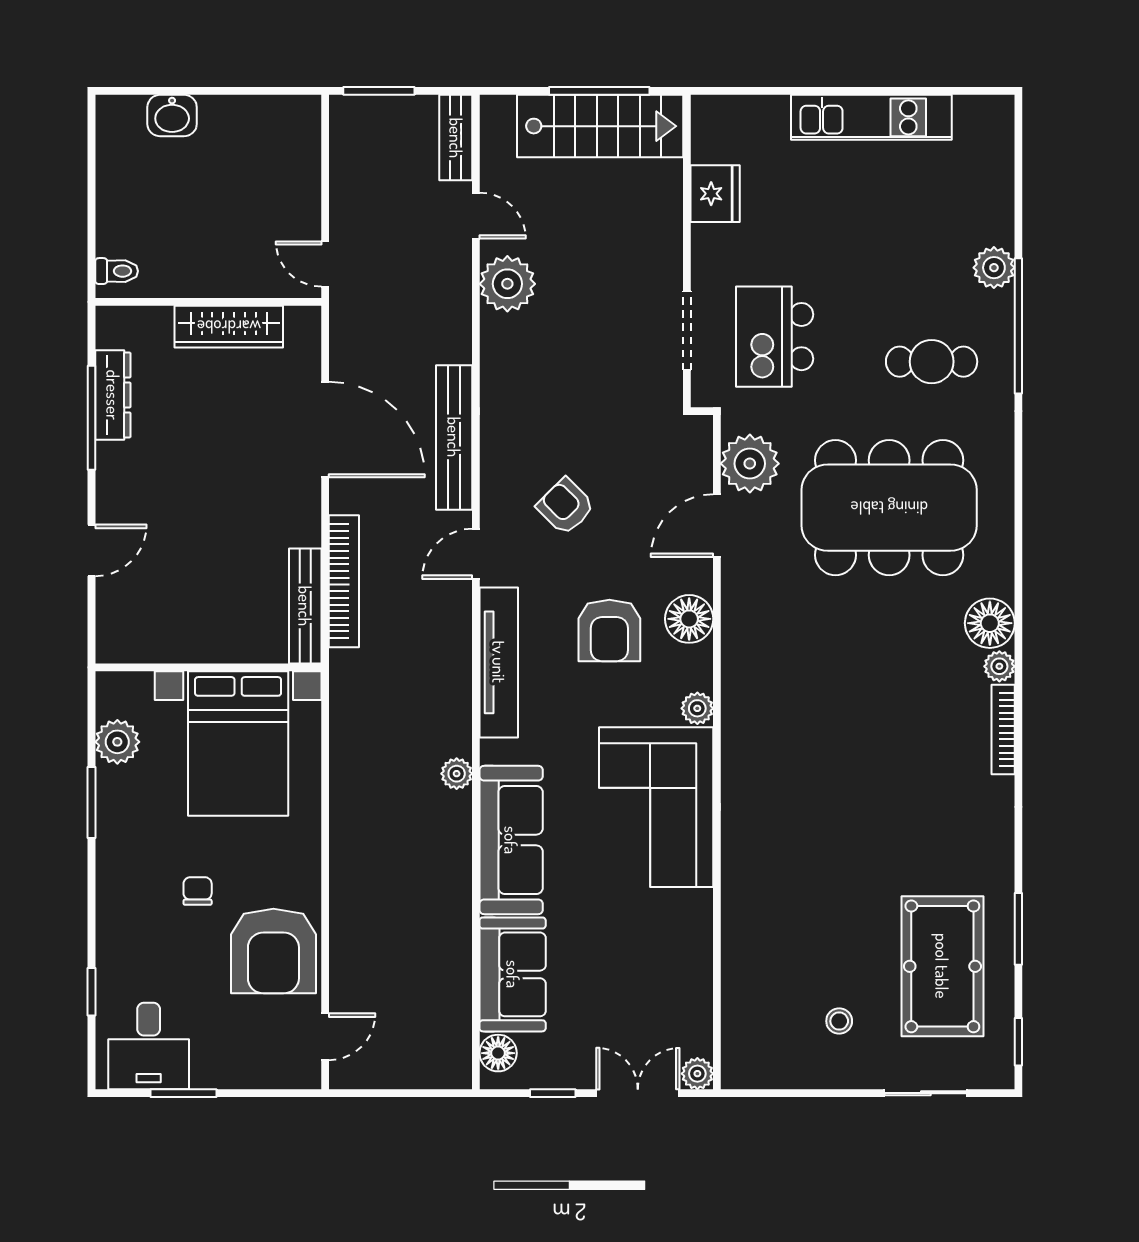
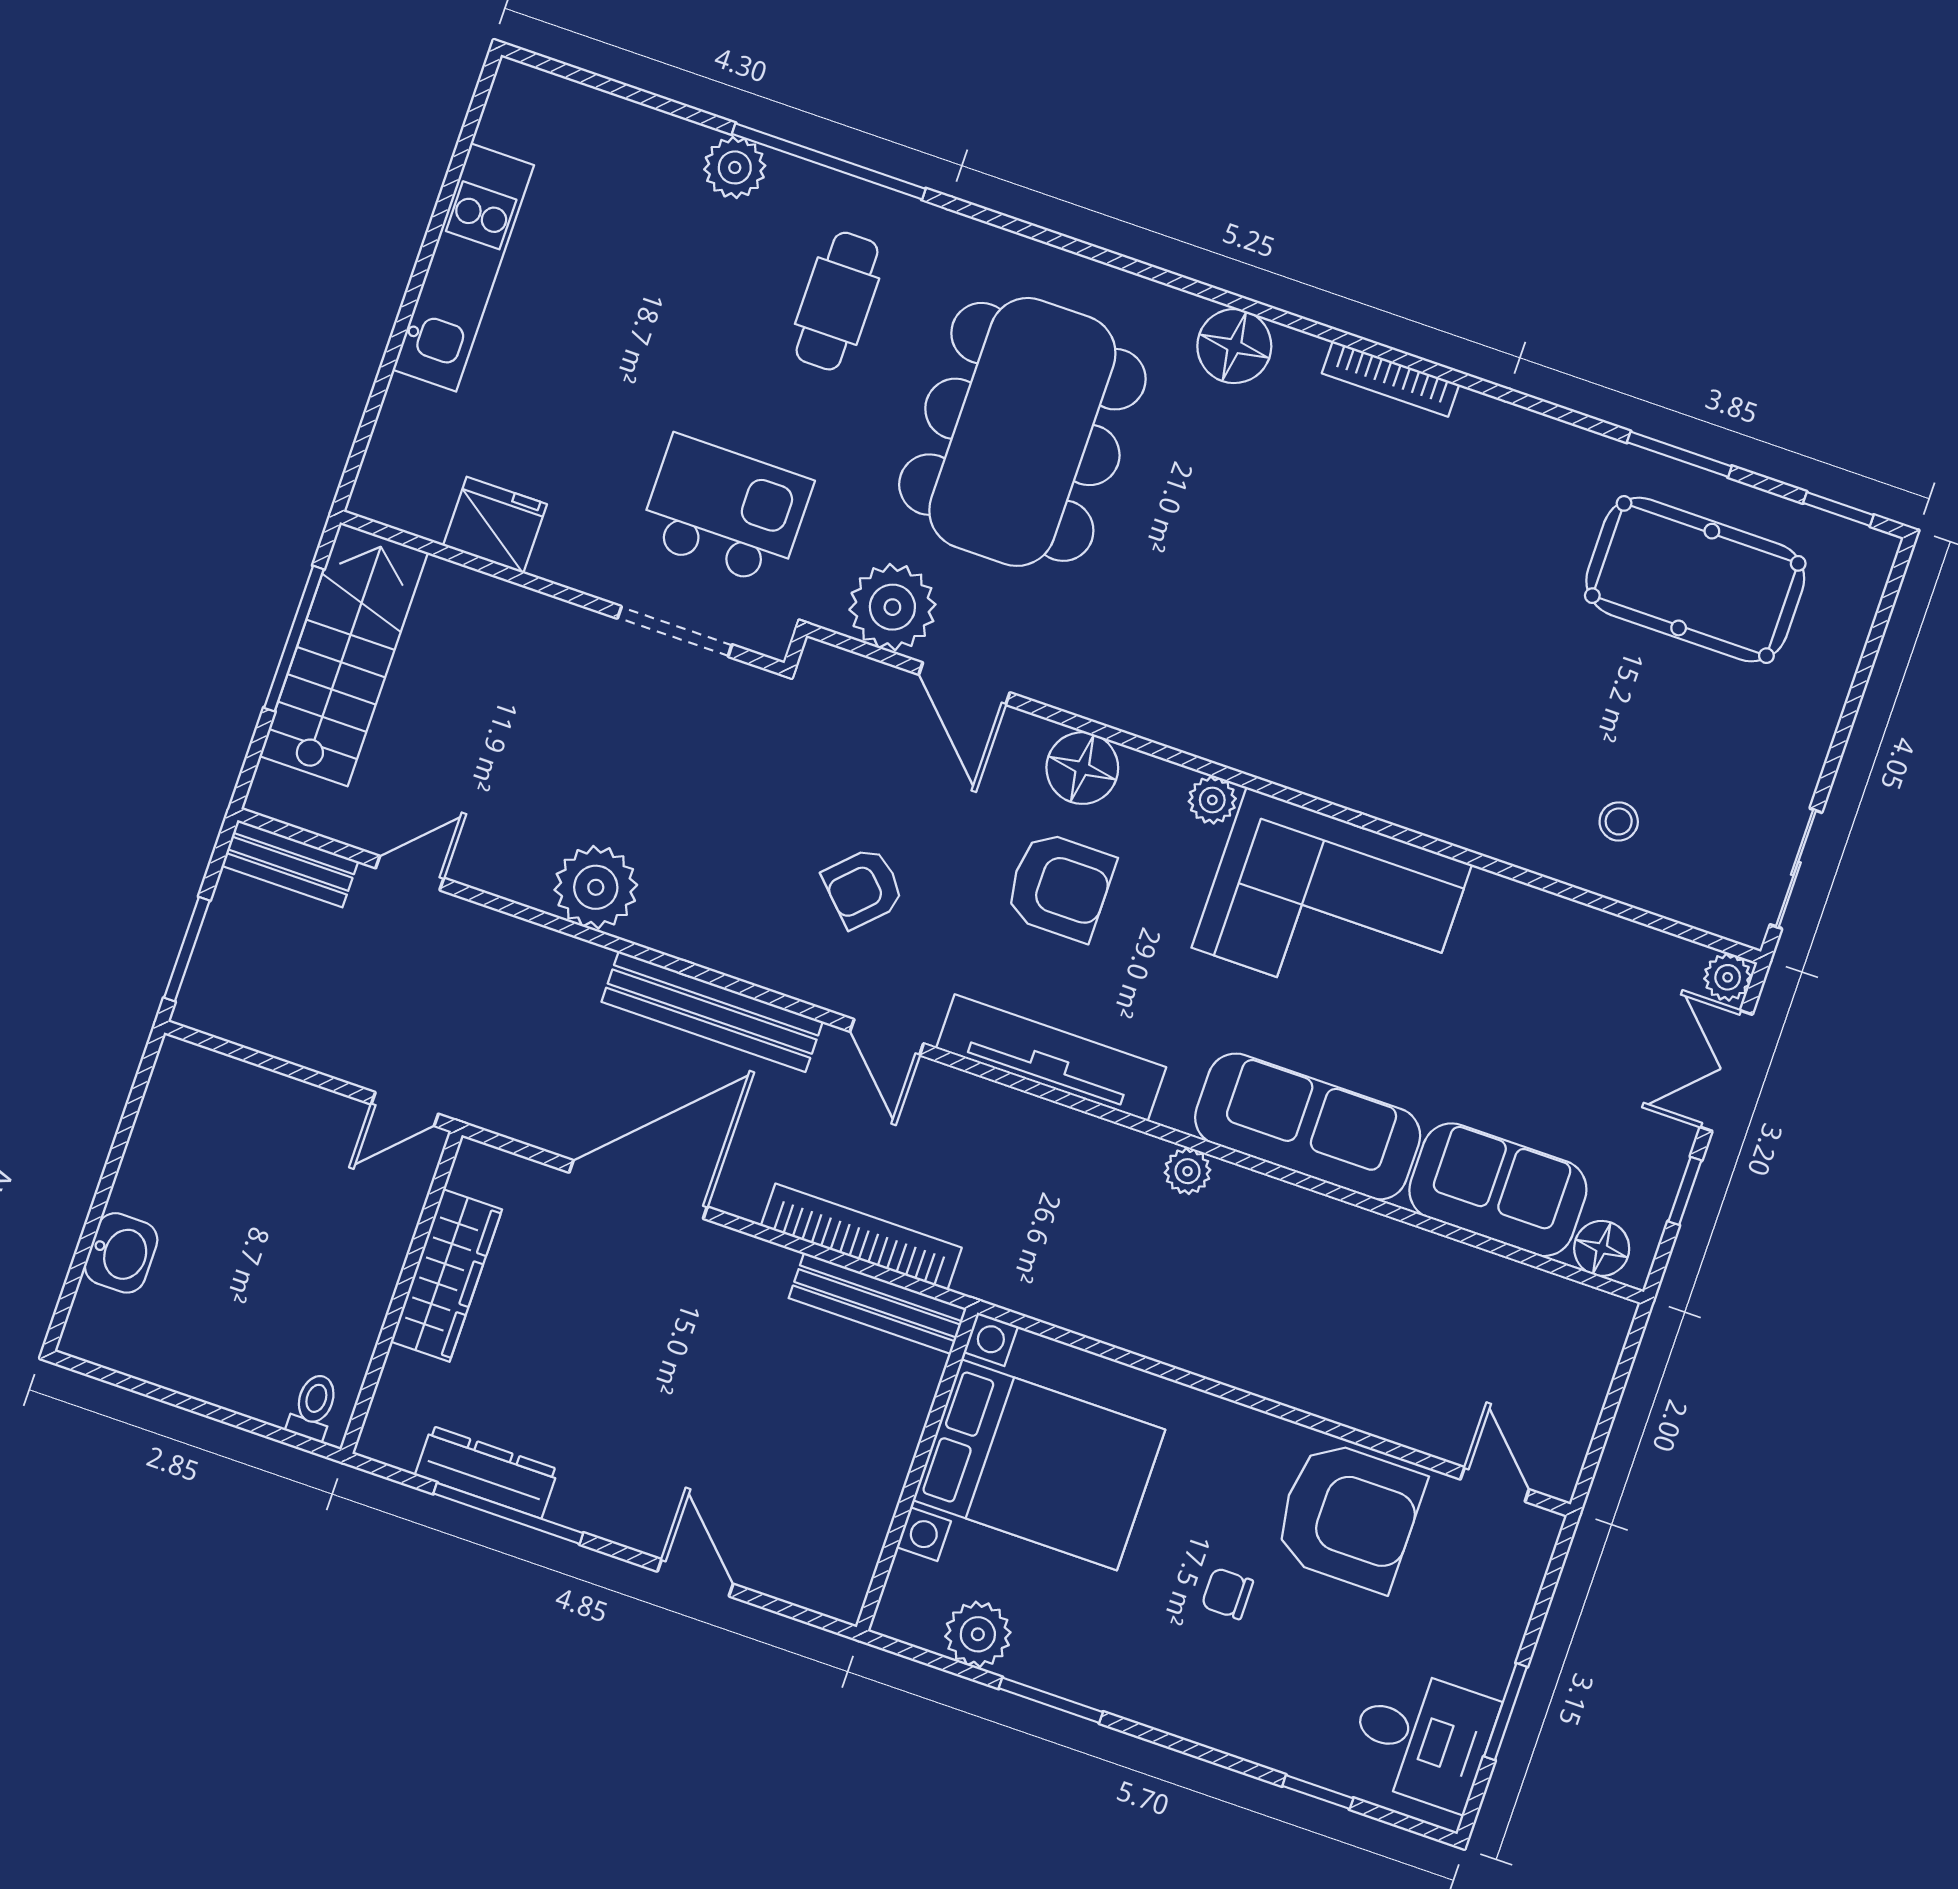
plant: (507, 284) -> (596, 887), moved
kitchen island: (775, 337) -> (725, 510), turned 180
plant: (999, 666) -> (1300, 353), removed
stool: (839, 1021) -> (1619, 821), moved
sliding door: (926, 1093) -> (1796, 869), moved

